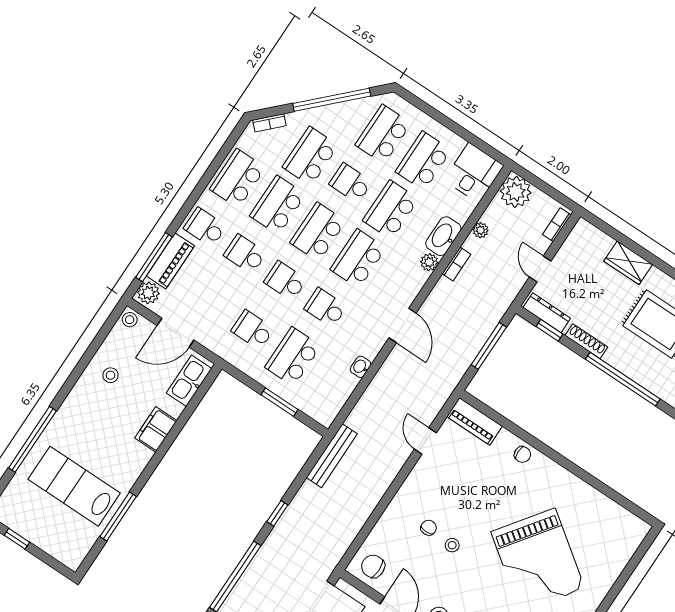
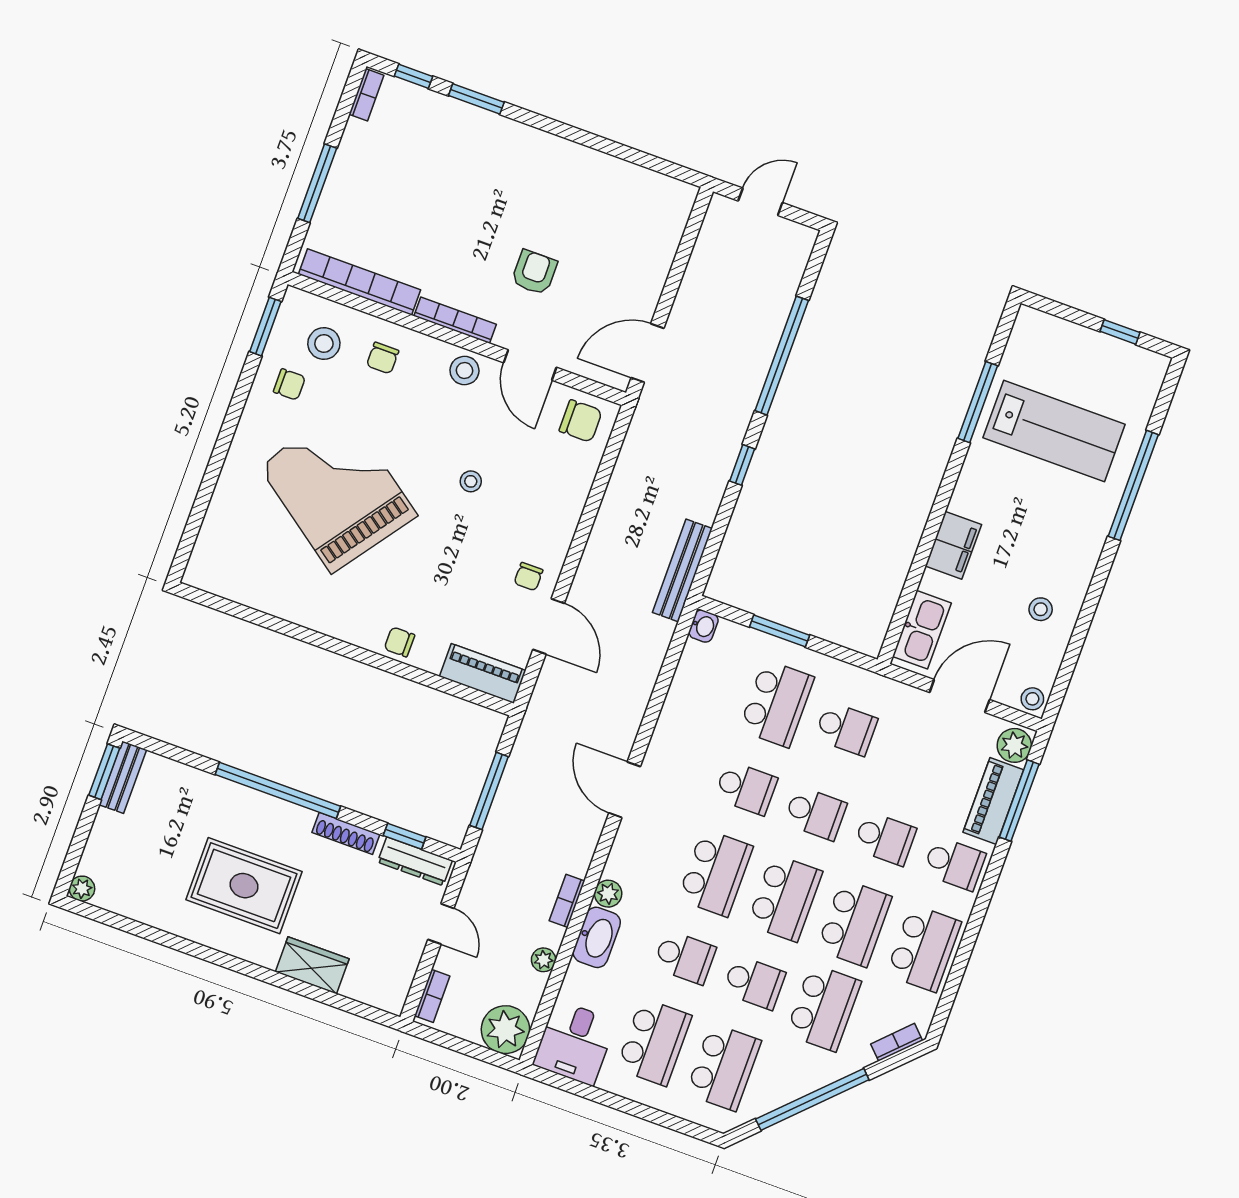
school desk: (391, 210) -> (685, 957), width x0.54
washbasin: (361, 367) -> (703, 626), moved
door: (425, 441) -> (549, 626), width x1.37
chair: (429, 528) -> (528, 577), moved

